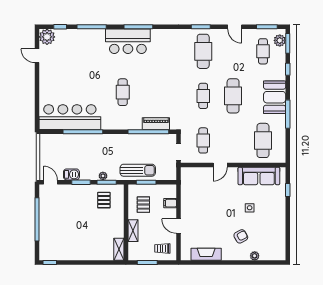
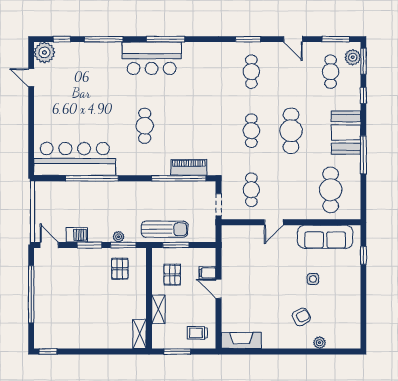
cafe table: (203, 51) -> (251, 72), width x0.73, depth x0.74
door: (178, 226) -> (219, 289), moved
fireplace: (206, 254) -> (241, 340), moved

